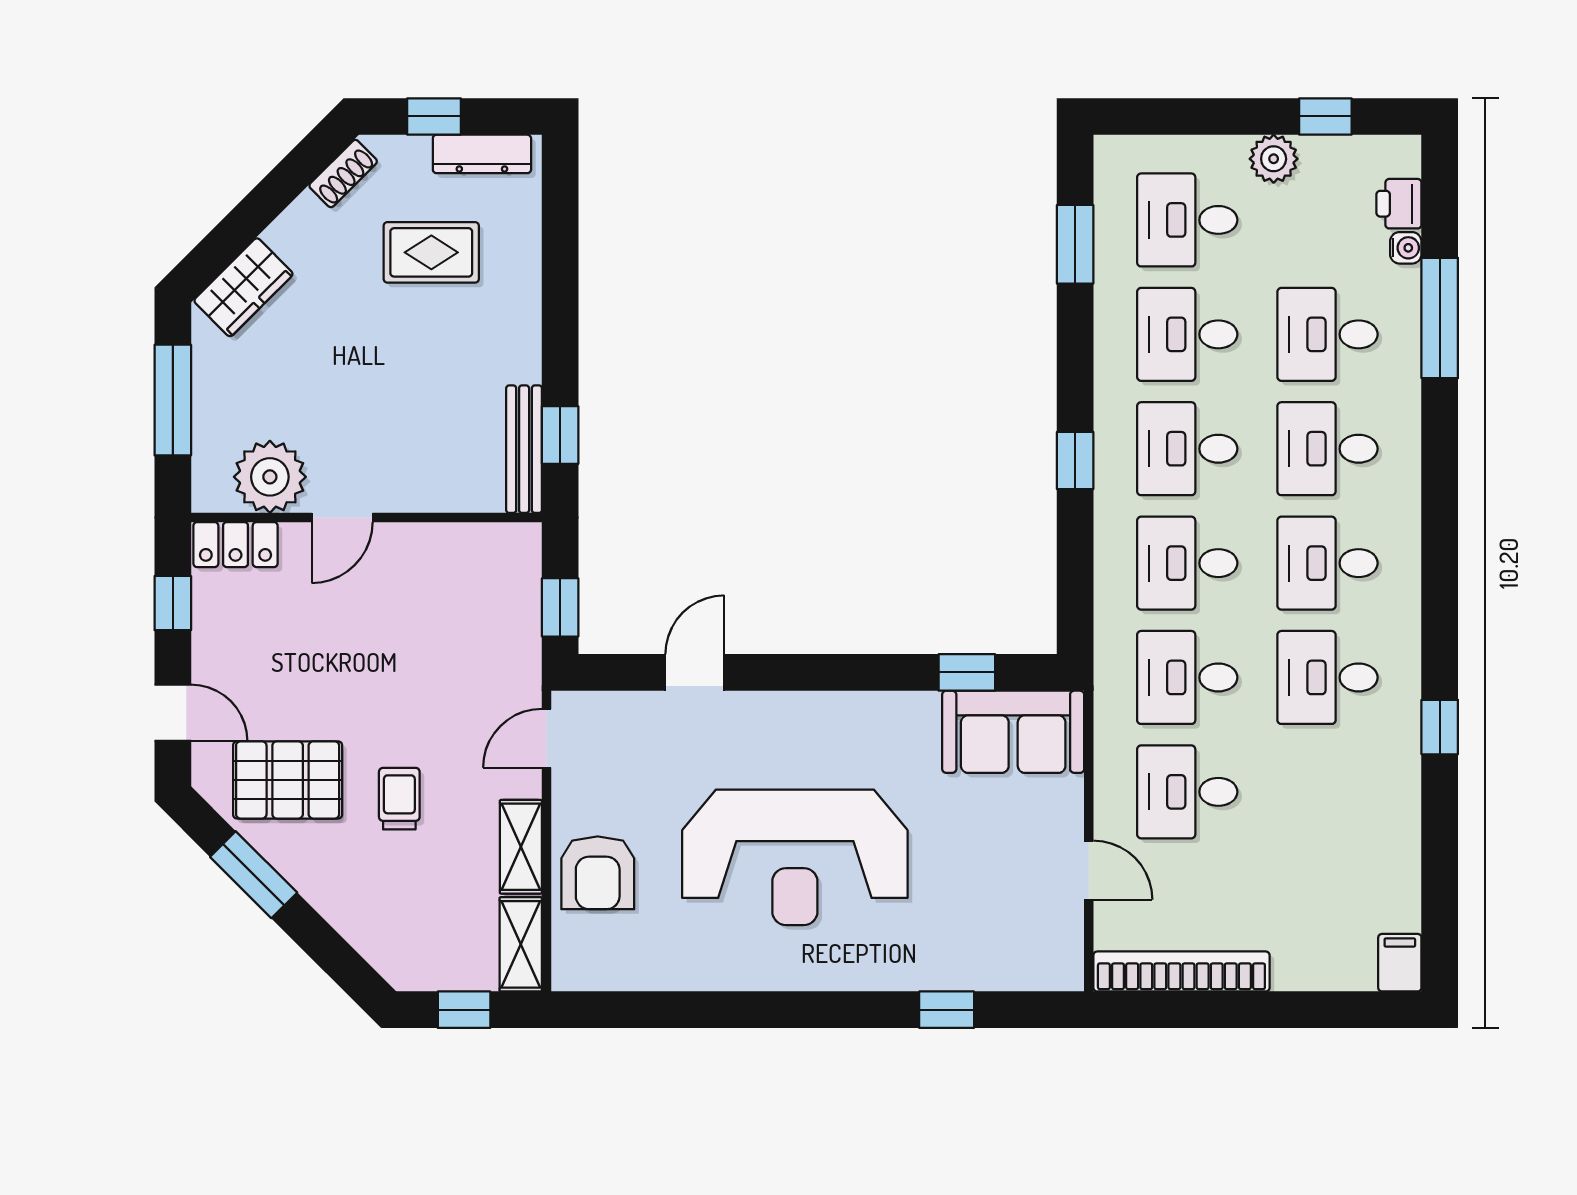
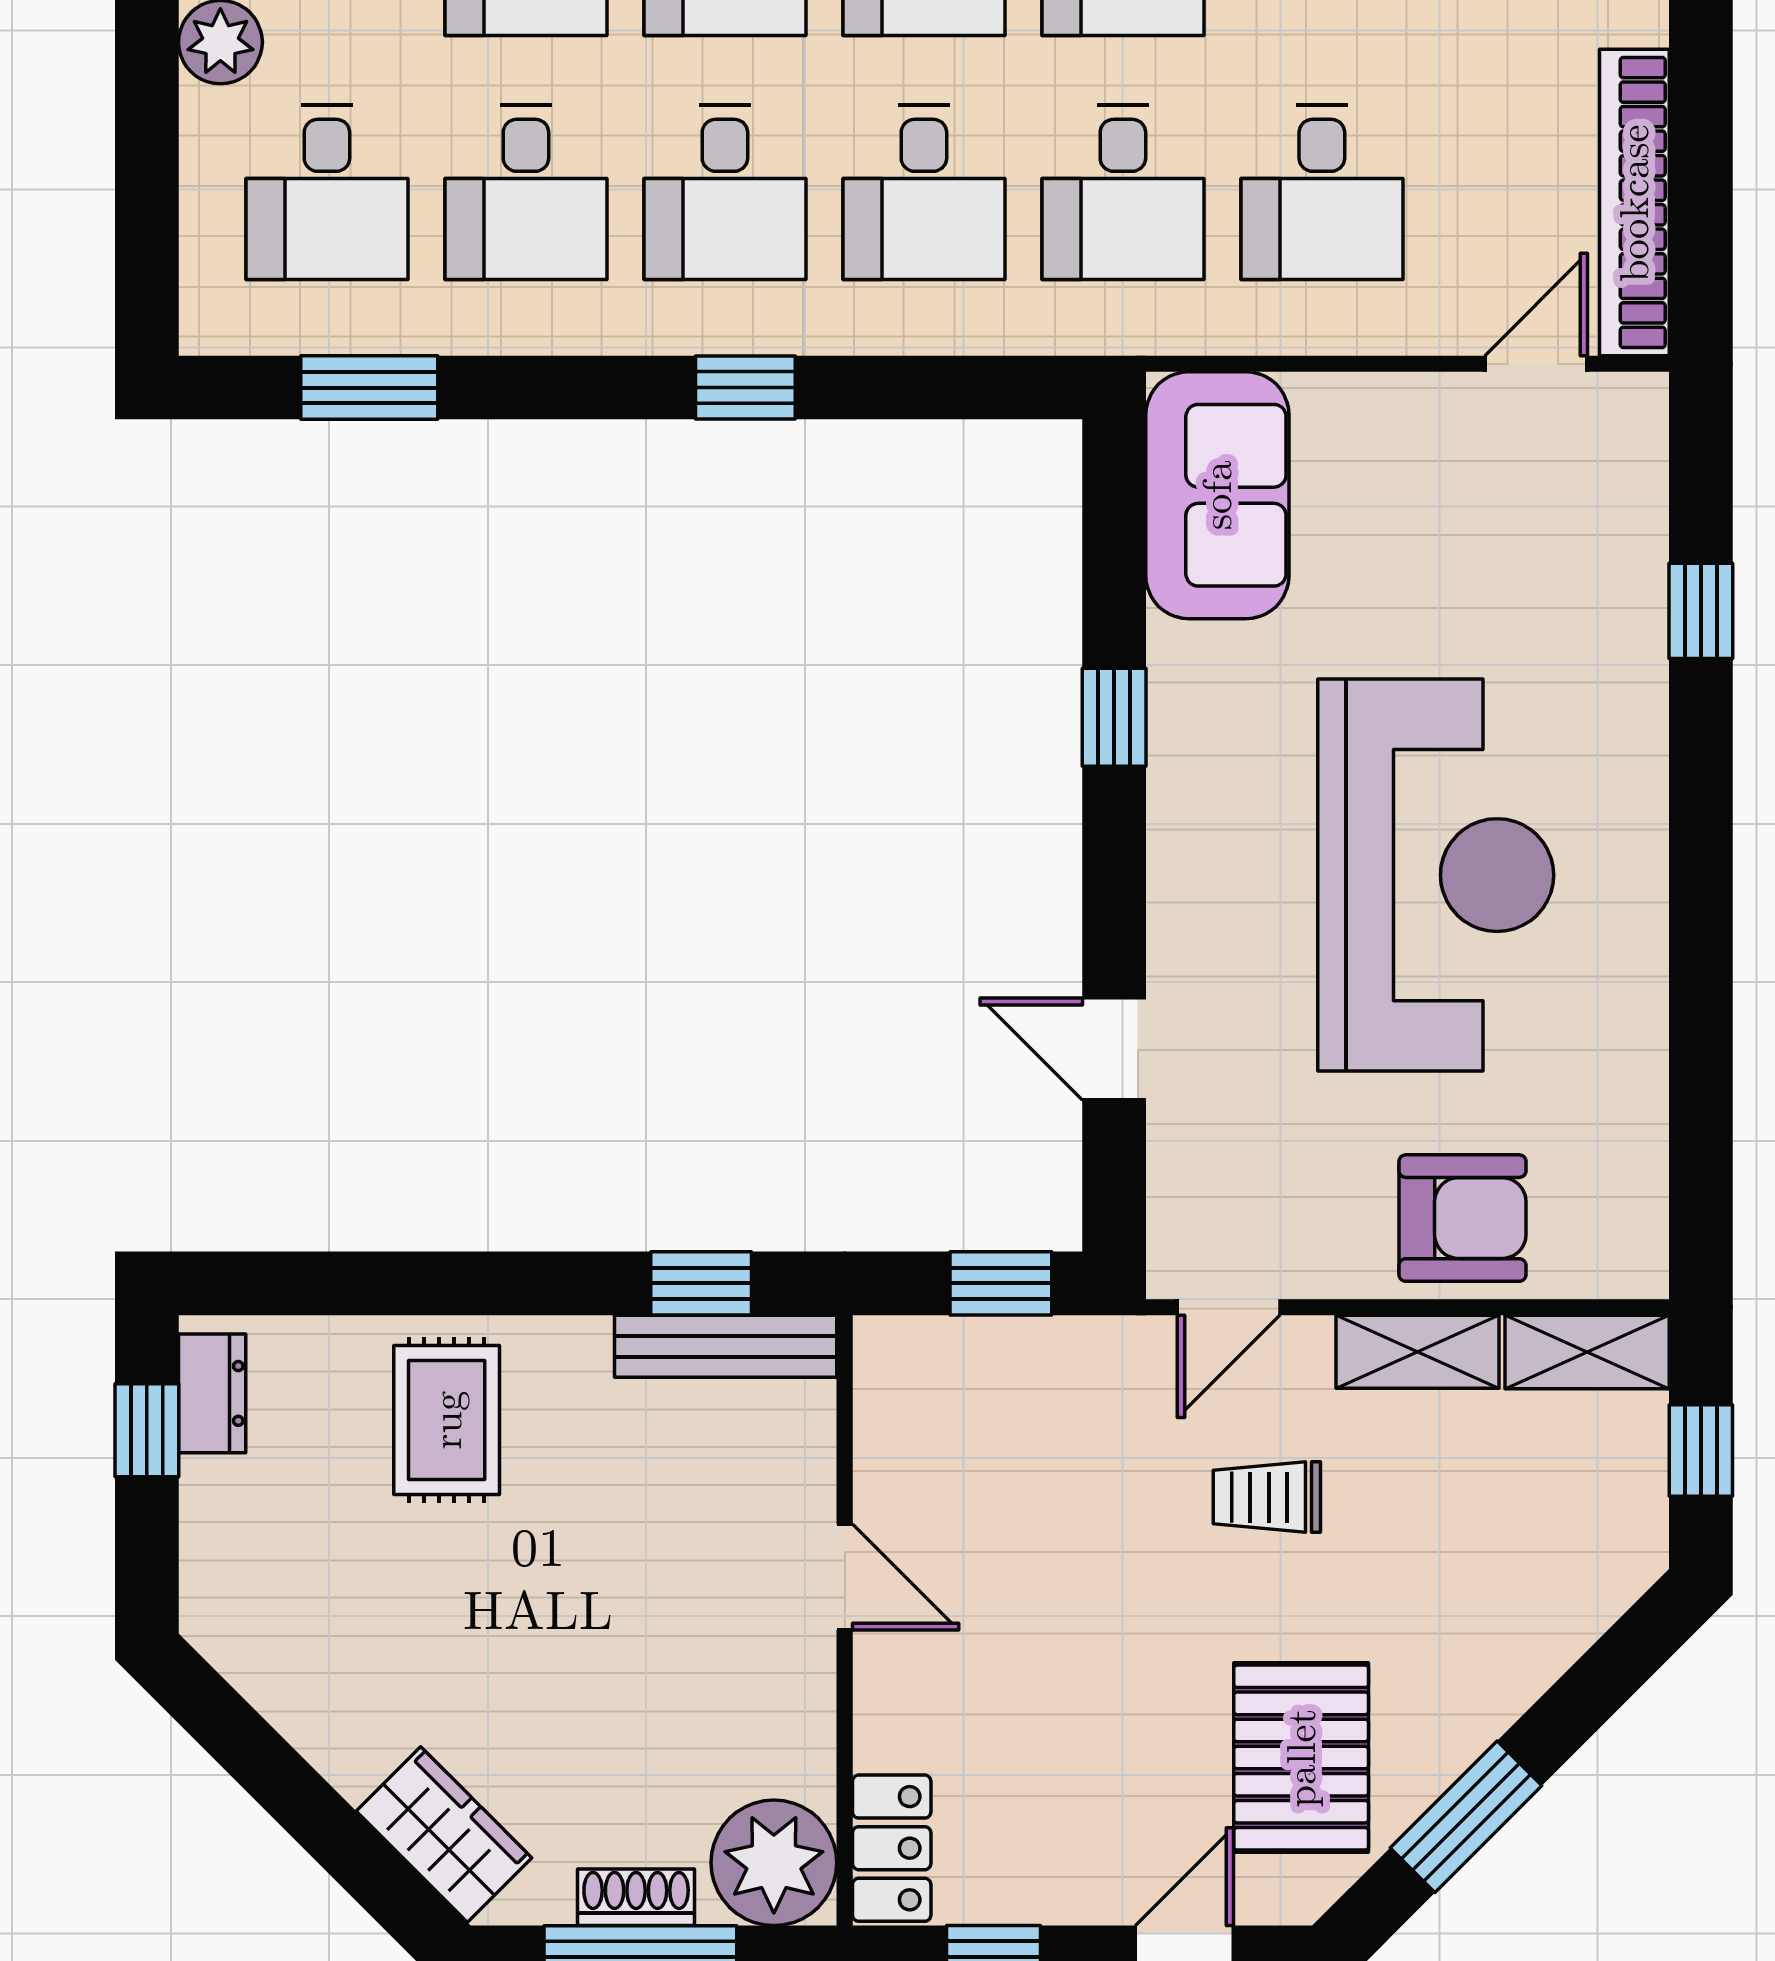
window: (434, 116) -> (147, 1430), moved
dresser: (482, 154) -> (212, 1393), width x0.70
shoe rack: (343, 174) -> (636, 1897), moved, turned -45
rug: (431, 252) -> (447, 1420), moved
plant: (270, 477) -> (774, 1863), moved
door: (342, 518) -> (845, 1577), moved
window: (967, 672) -> (1114, 717), moved
door: (546, 738) -> (1229, 1307), hinge flipped
trolley: (399, 799) -> (1267, 1497), moved
door: (1089, 870) -> (1536, 364), moved

